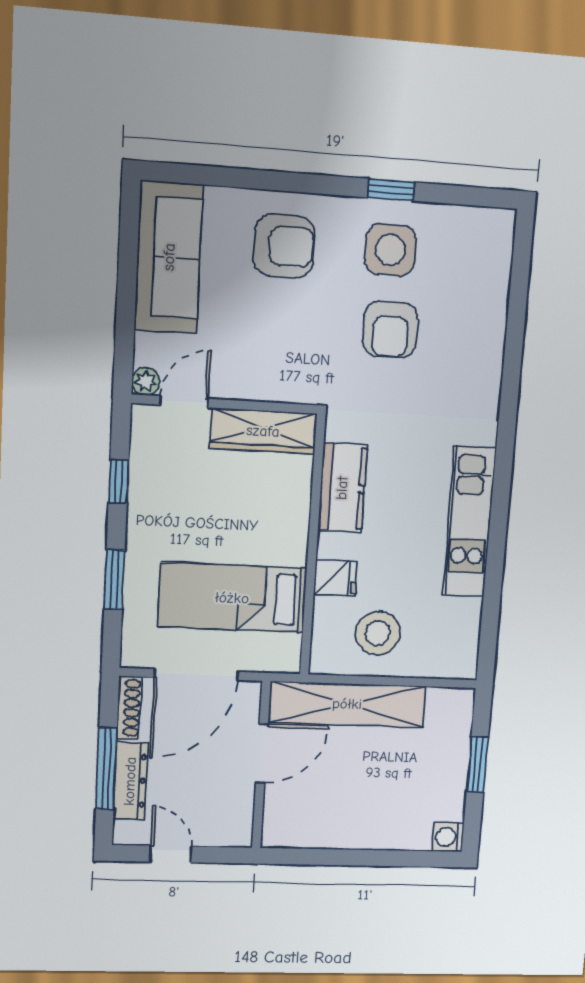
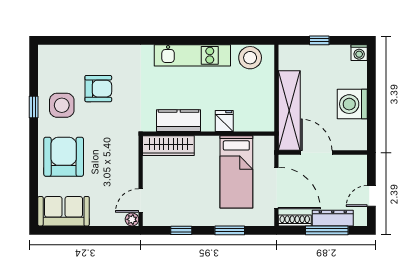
armchair: (284, 246) -> (64, 157), width x1.36, depth x1.36
sofa: (169, 257) -> (64, 211), width x0.73
armchair: (390, 330) -> (98, 89), moved
door: (184, 402) -> (141, 201), hinge flipped
wardrobe: (263, 431) -> (168, 146), moved, turned 90
stool: (378, 633) -> (250, 58), moved
window: (477, 765) -> (319, 40), width x0.67
washing machine: (351, 822) -> (352, 104), added

